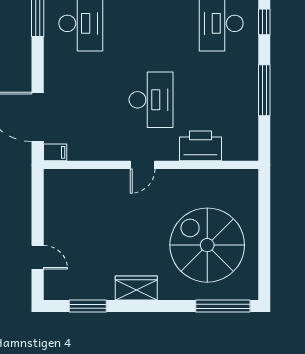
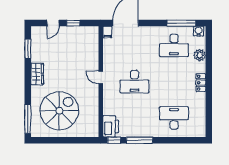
window: (264, 22) -> (114, 140), moved
printer: (200, 146) -> (111, 126), moved
window: (38, 218) -> (73, 23), added

